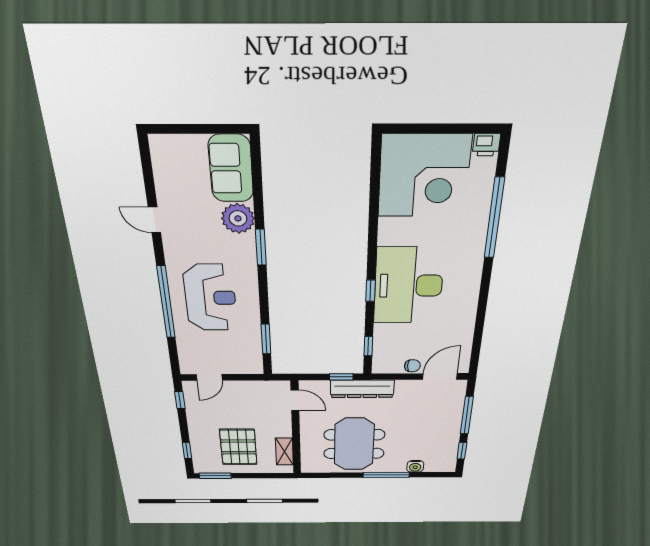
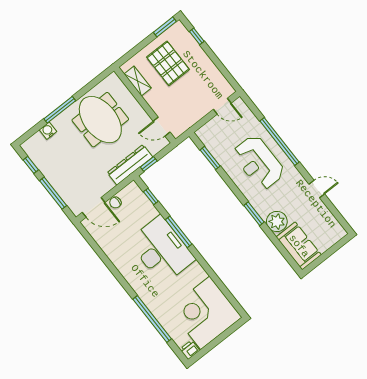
window: (371, 291) -> (179, 232), width x2.17
door: (440, 376) -> (94, 207), hinge flipped
door: (209, 377) -> (222, 106), swing flipped
window: (180, 400) -> (228, 76), removed

